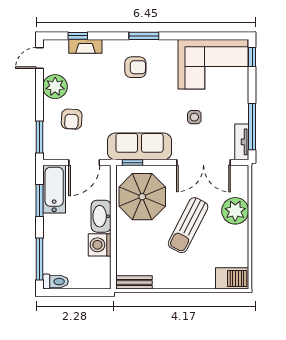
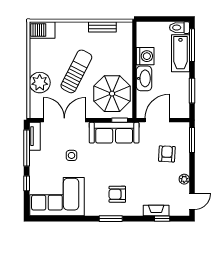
window: (252, 57) -> (27, 183), moved
plant: (55, 87) -> (184, 179), width x0.53, depth x0.53
bathtub: (54, 189) -> (180, 53), moved
bench: (134, 282) -> (102, 27), moved

